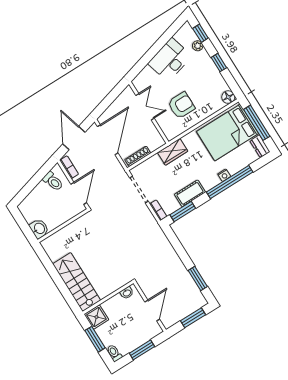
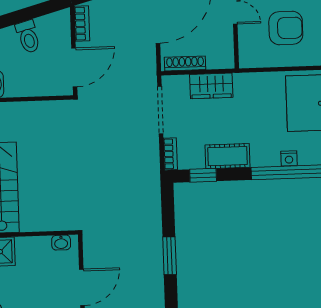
wardrobe: (173, 152) -> (211, 86), moved
toilet: (53, 181) -> (28, 37), moved
window: (183, 211) -> (203, 175), width x0.67
window: (198, 279) -> (170, 256), moved

